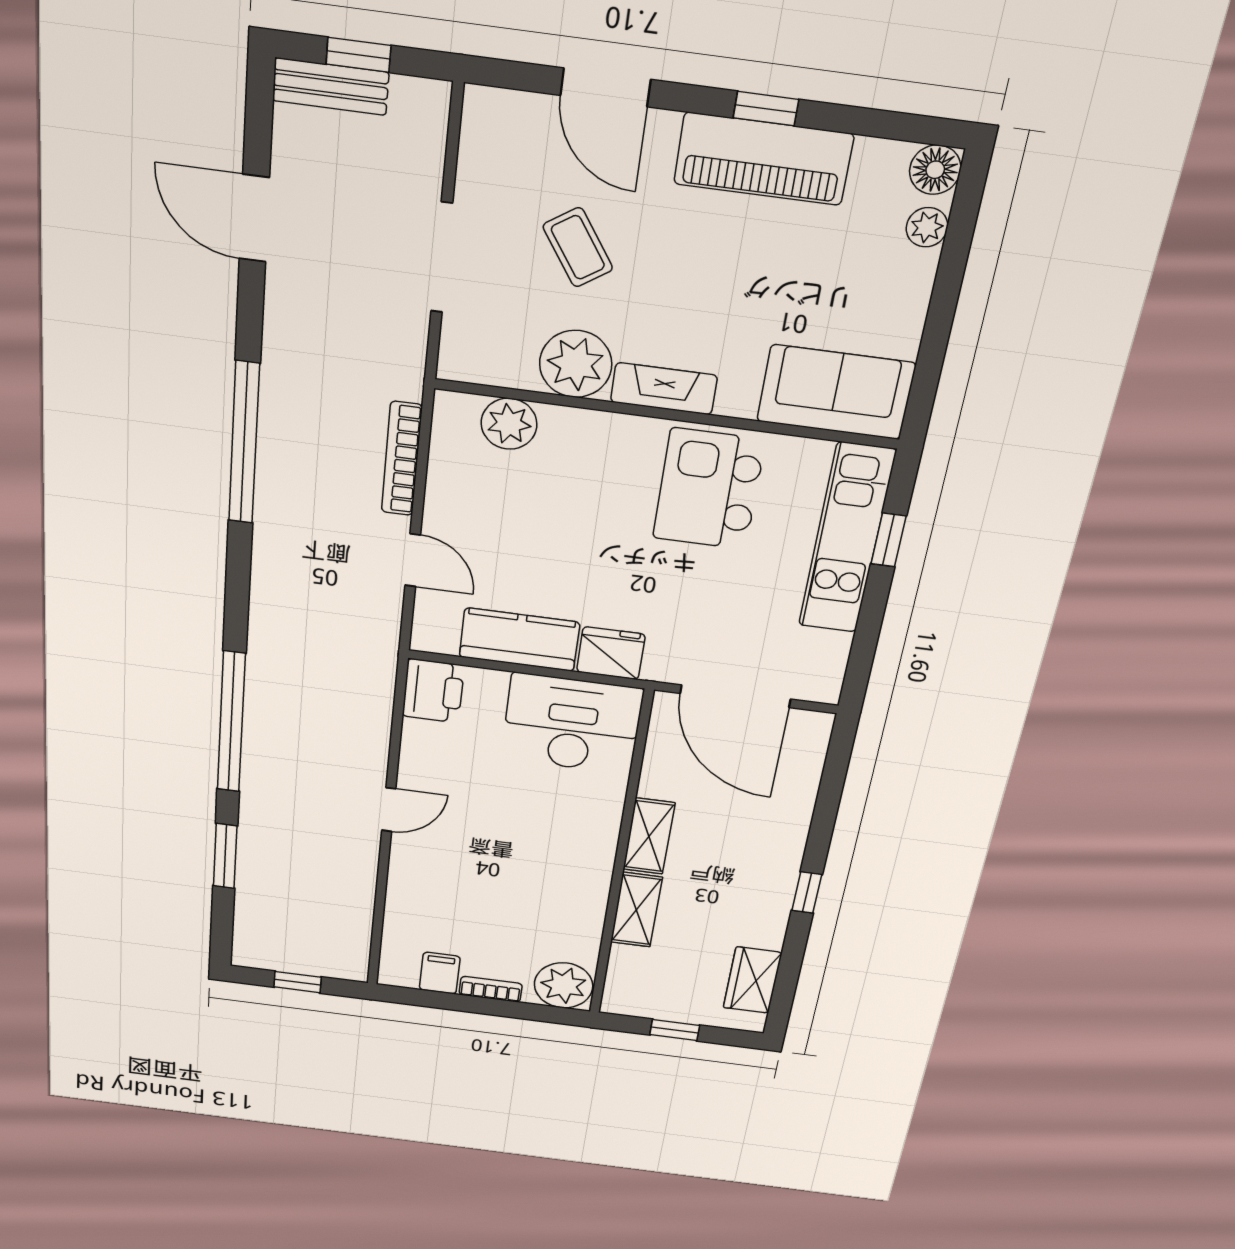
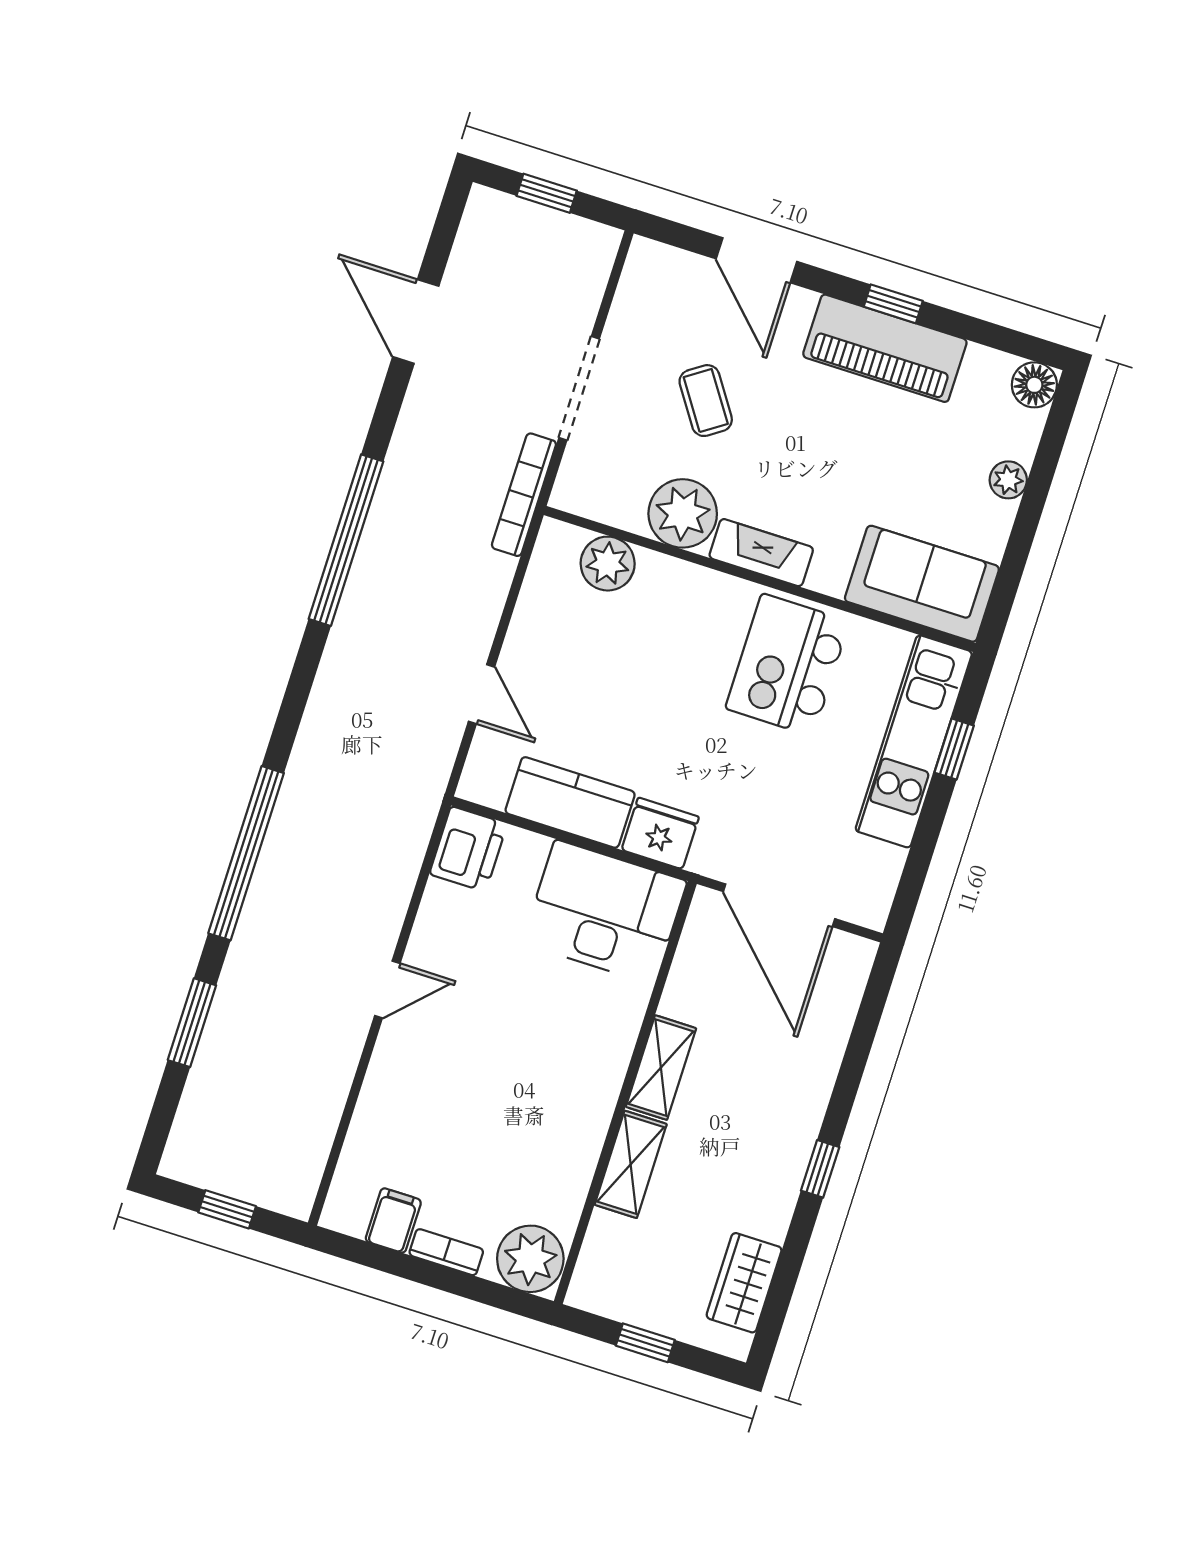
bench: (331, 87) -> (515, 216), removed
plant: (927, 227) -> (1008, 480), moved
bookcase: (402, 459) -> (524, 495), moved

